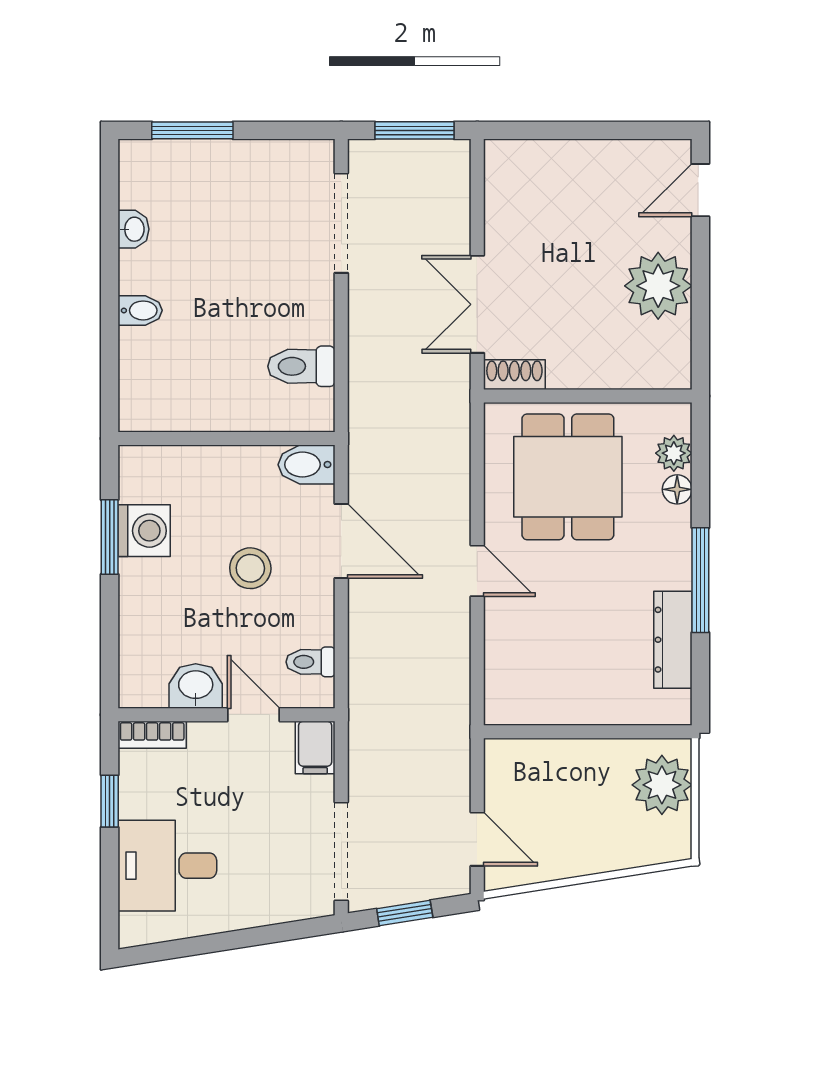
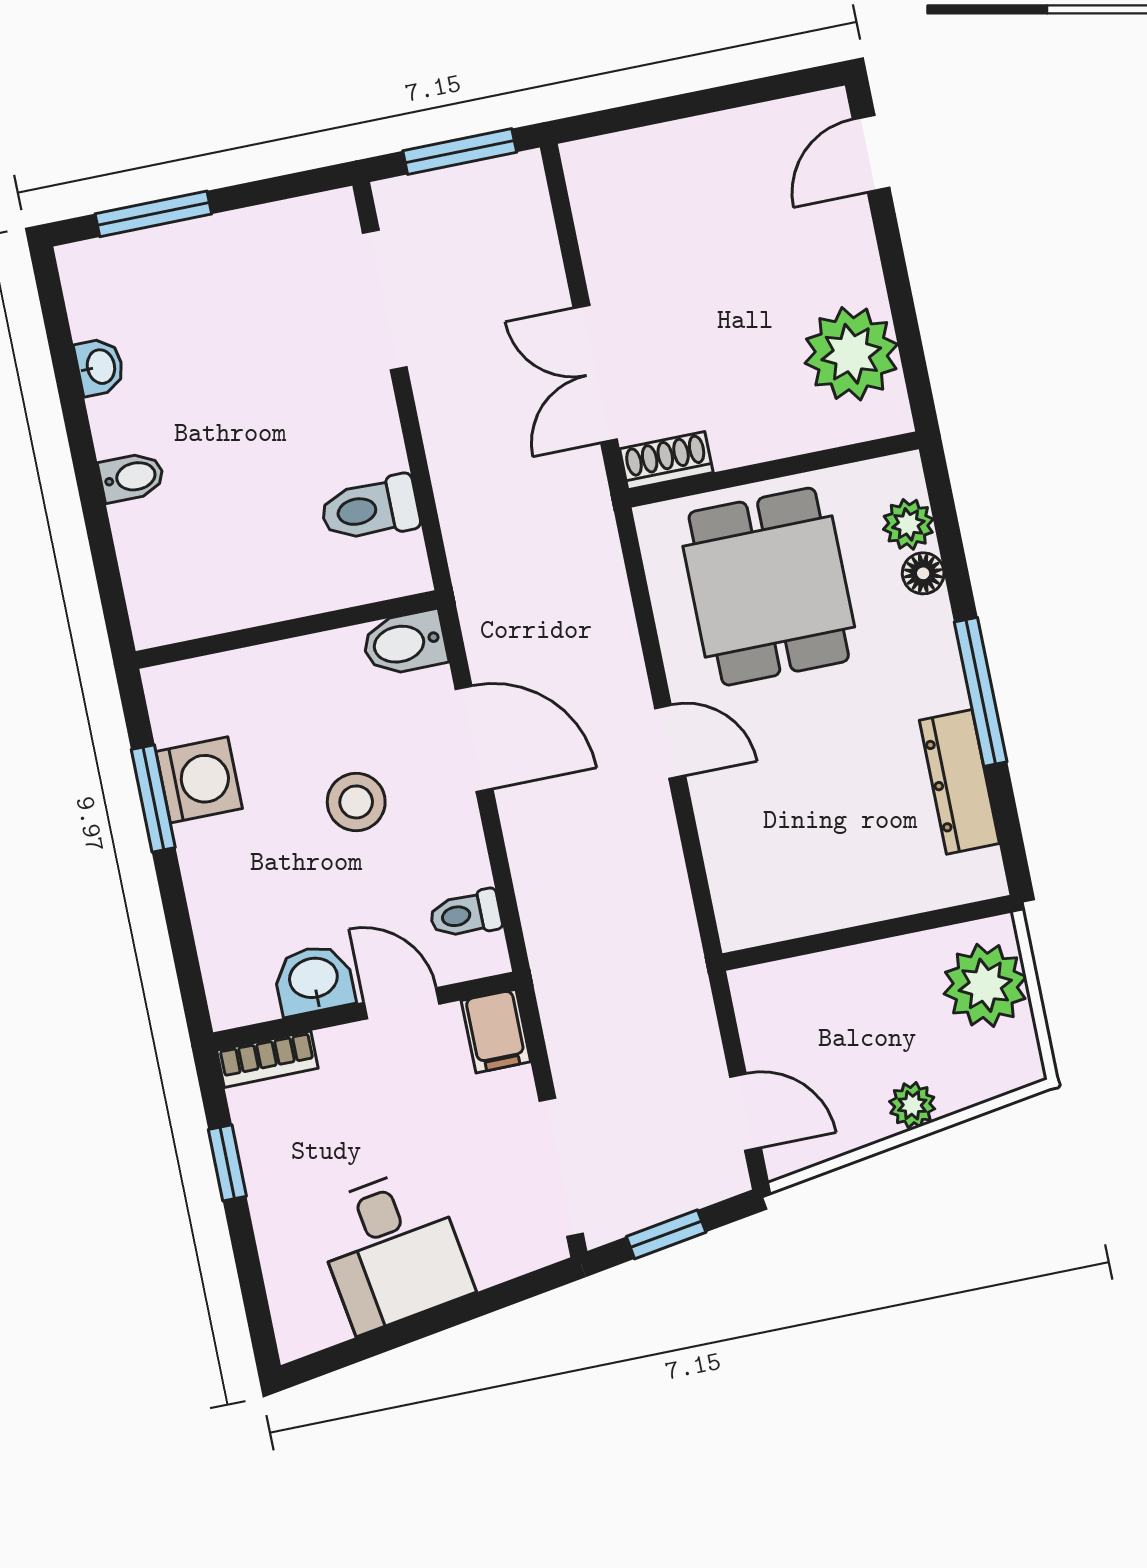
plant: (658, 286) -> (851, 354), moved
plant: (594, 858) -> (912, 1105), added
desk: (167, 866) -> (392, 1250), moved, turned -99

